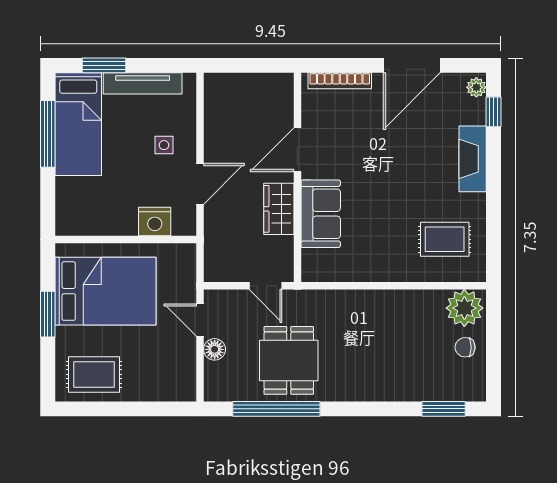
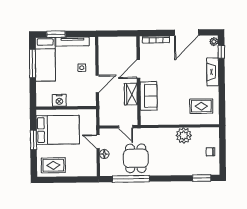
nightstand: (155, 222) -> (59, 100), moved
plant: (464, 308) -> (184, 136), moved

